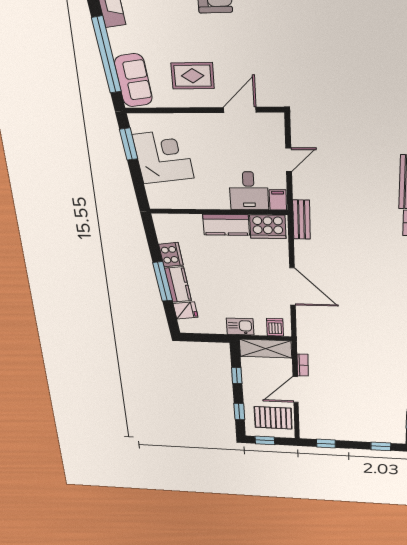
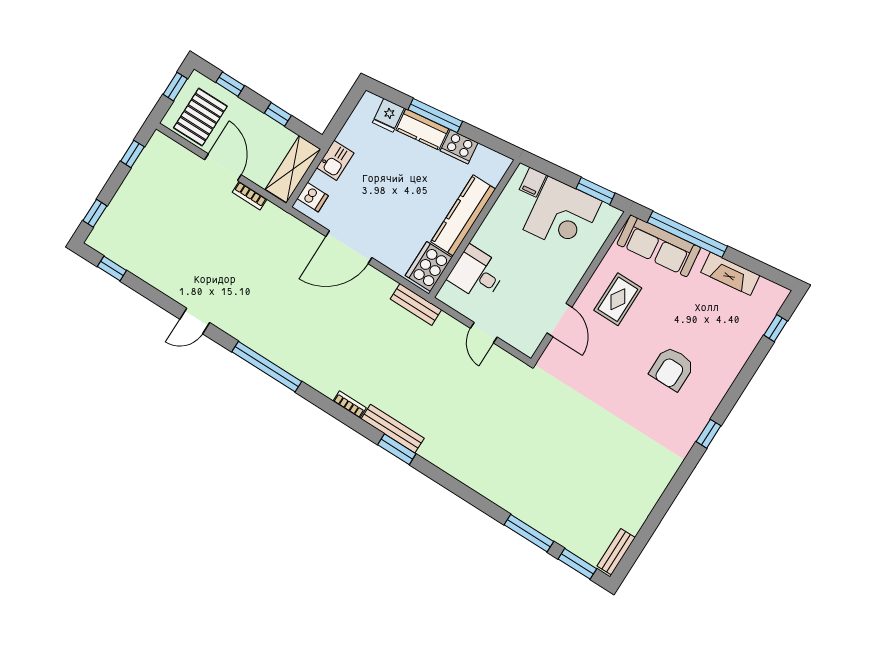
sofa: (133, 80) -> (659, 246), width x1.36
filing cabinet: (278, 200) -> (533, 182), moved, turned 83
kitchen counter: (226, 225) -> (463, 215), width x1.50

